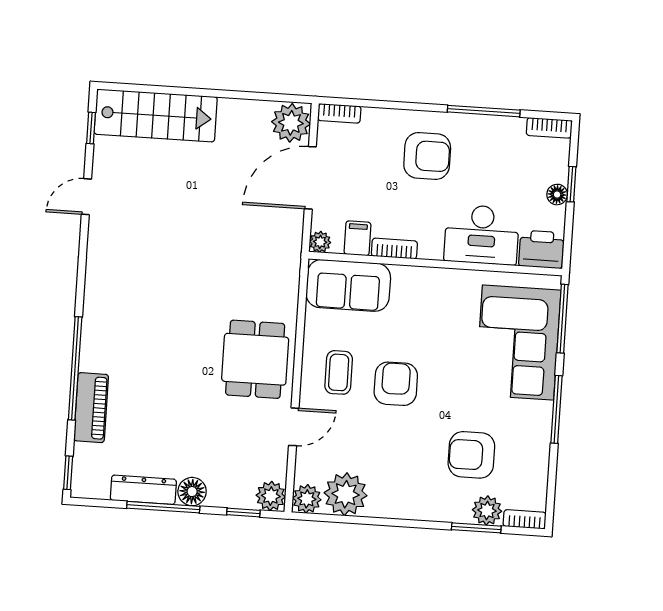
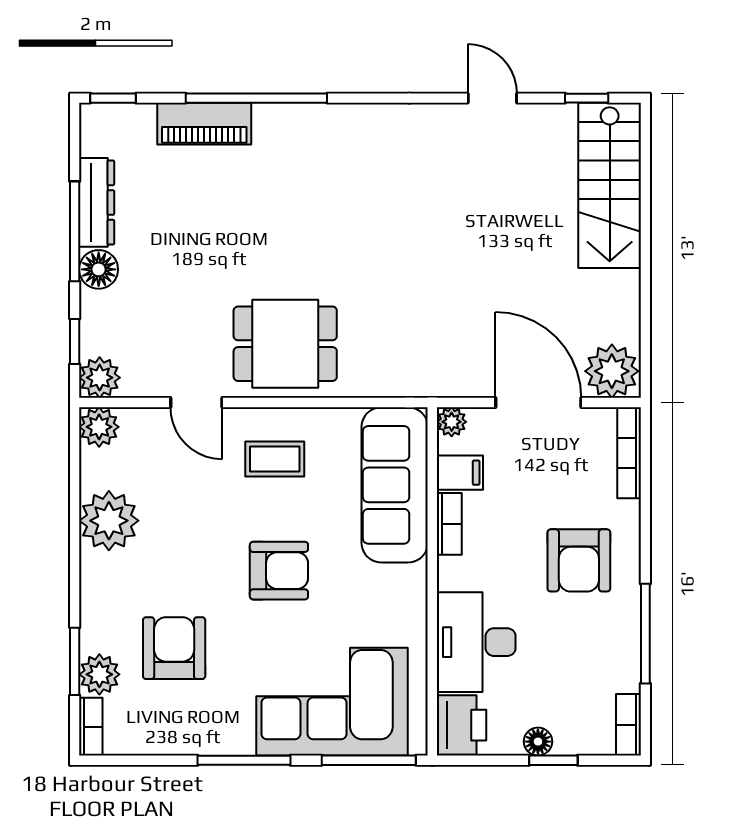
bookcase: (339, 113) -> (629, 453), width x1.56
sofa: (348, 285) -> (395, 485), width x1.36
armchair: (396, 384) -> (279, 571), moved
plant: (346, 494) -> (109, 521), moved

